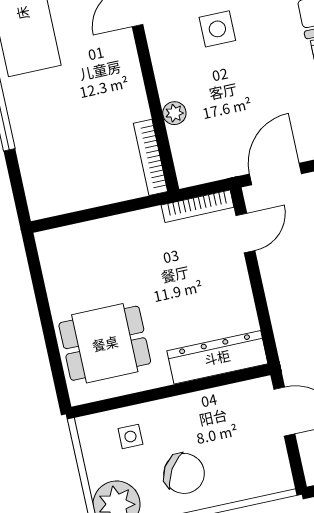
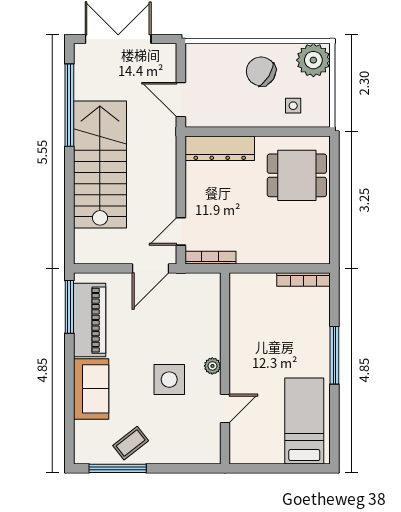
side table: (217, 29) -> (169, 380), width x1.37, depth x1.37
plant: (174, 113) -> (212, 366), moved
bookcase: (151, 157) -> (304, 279), moved, turned 90

